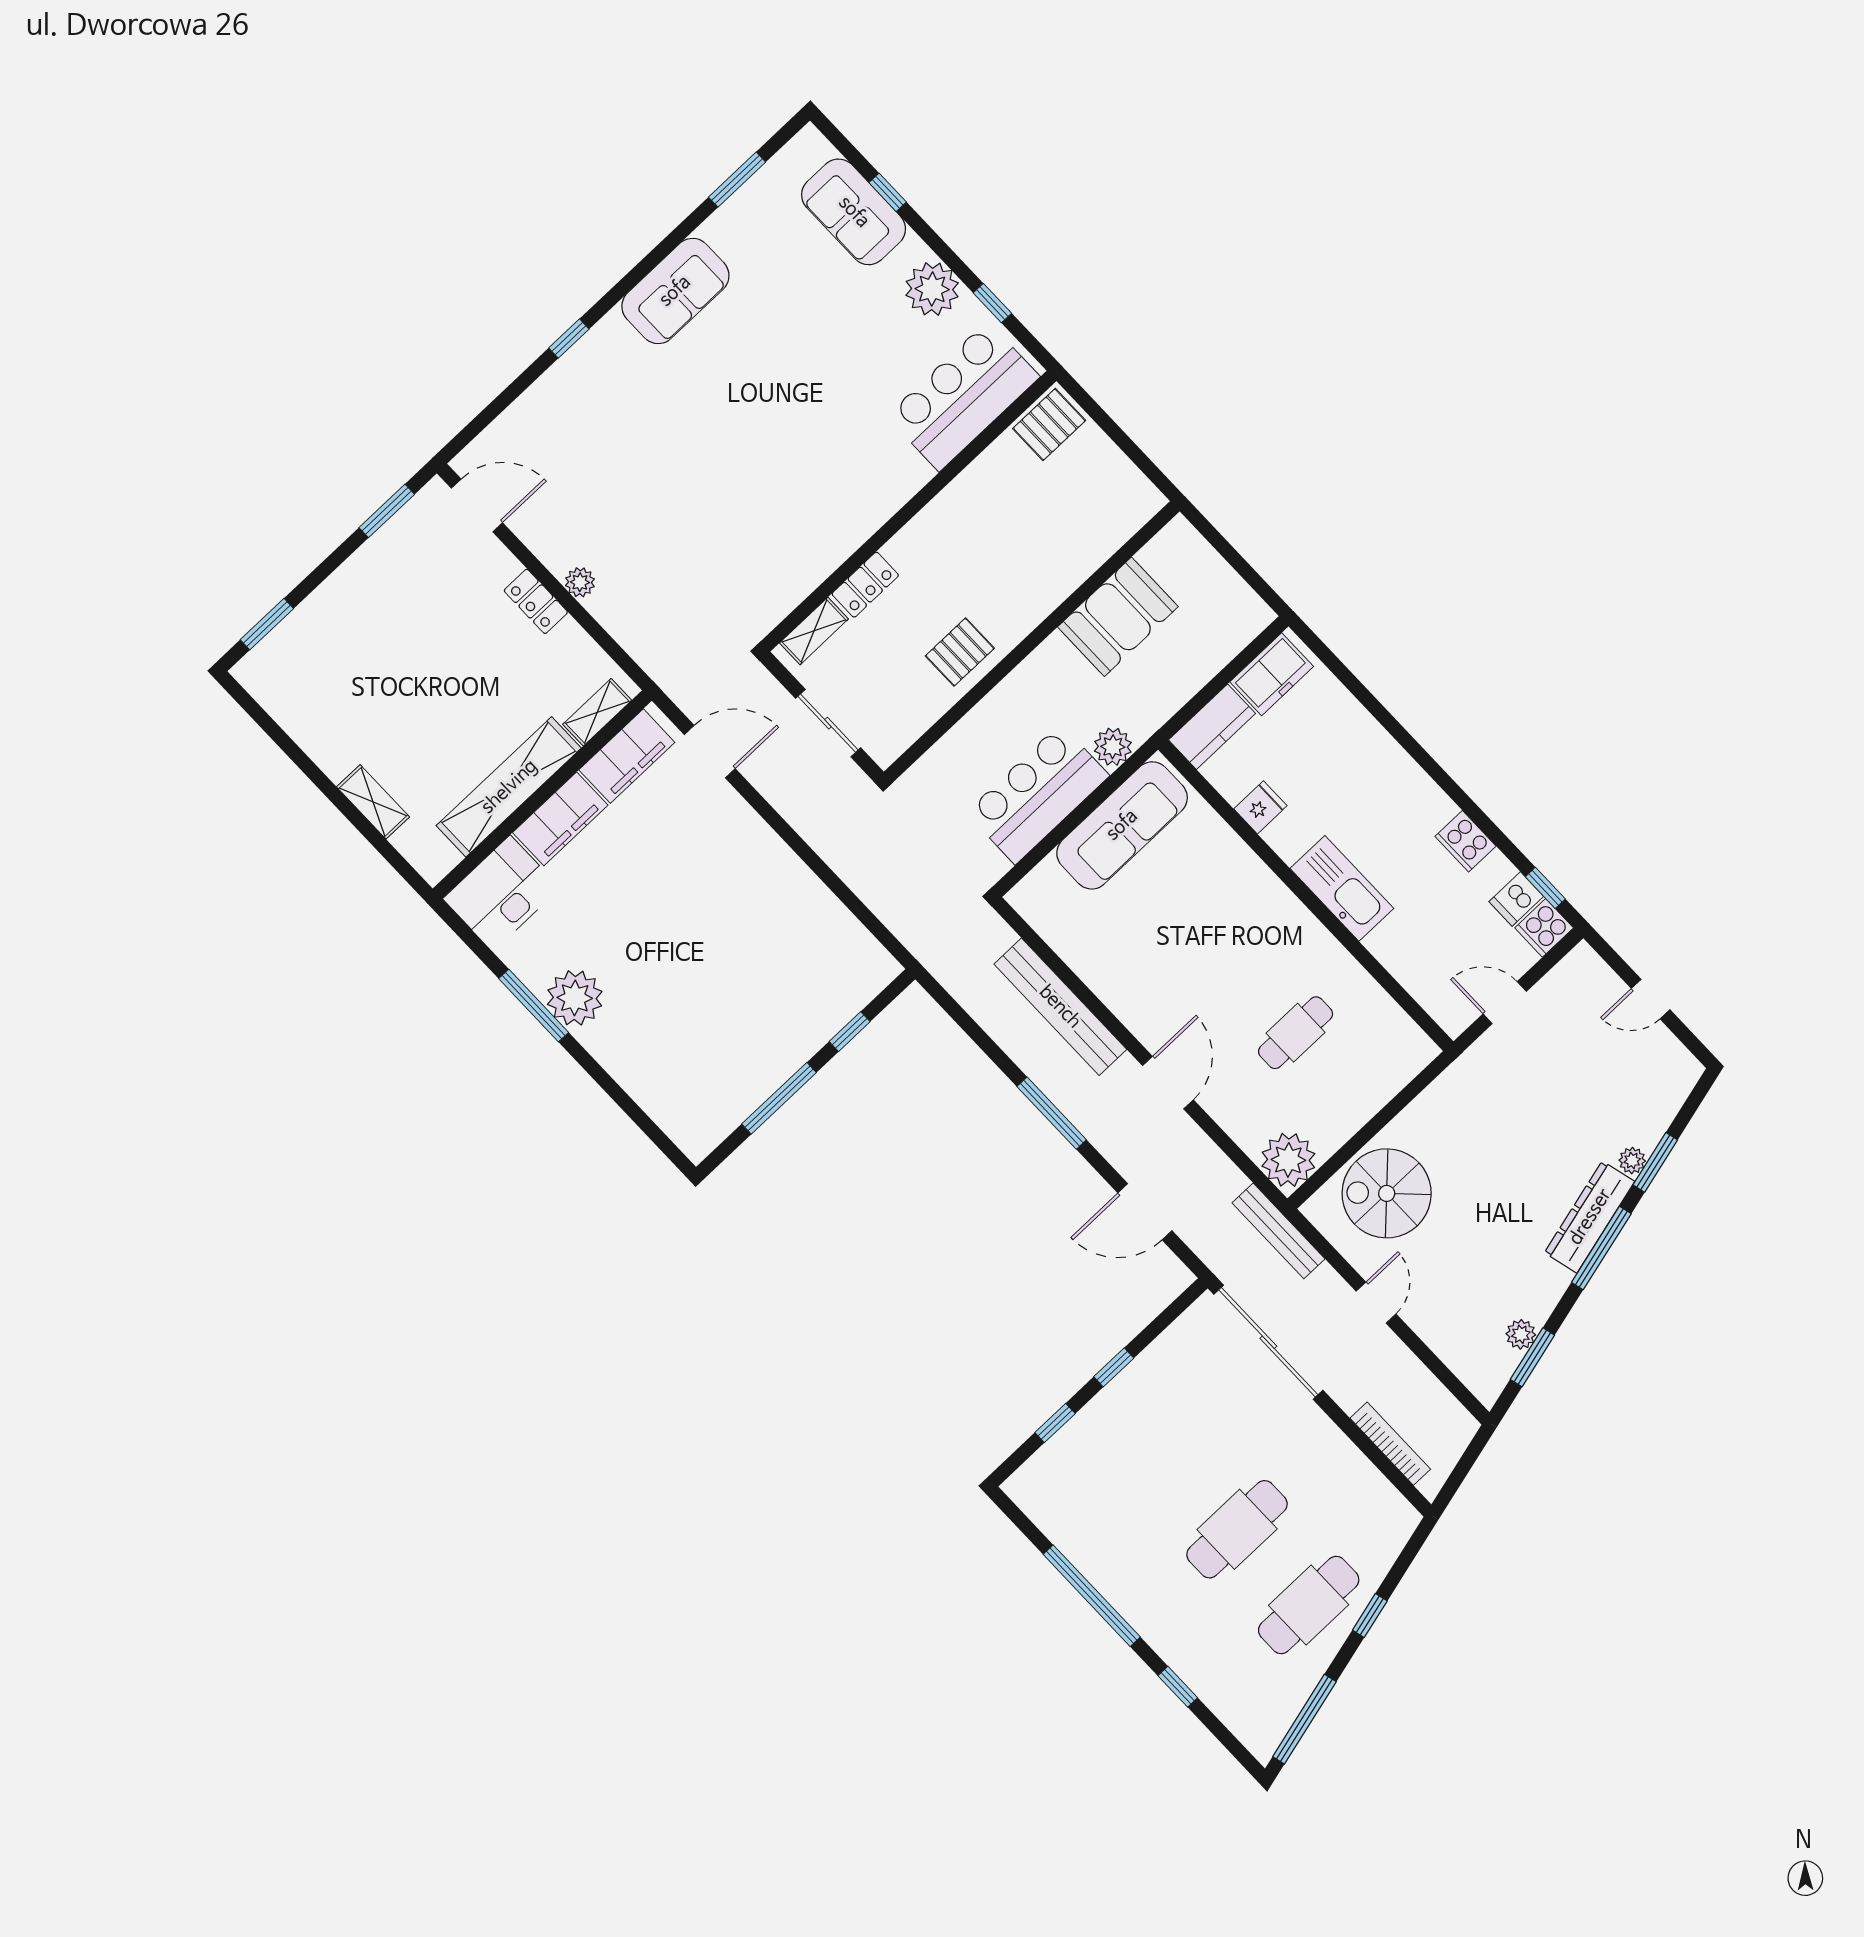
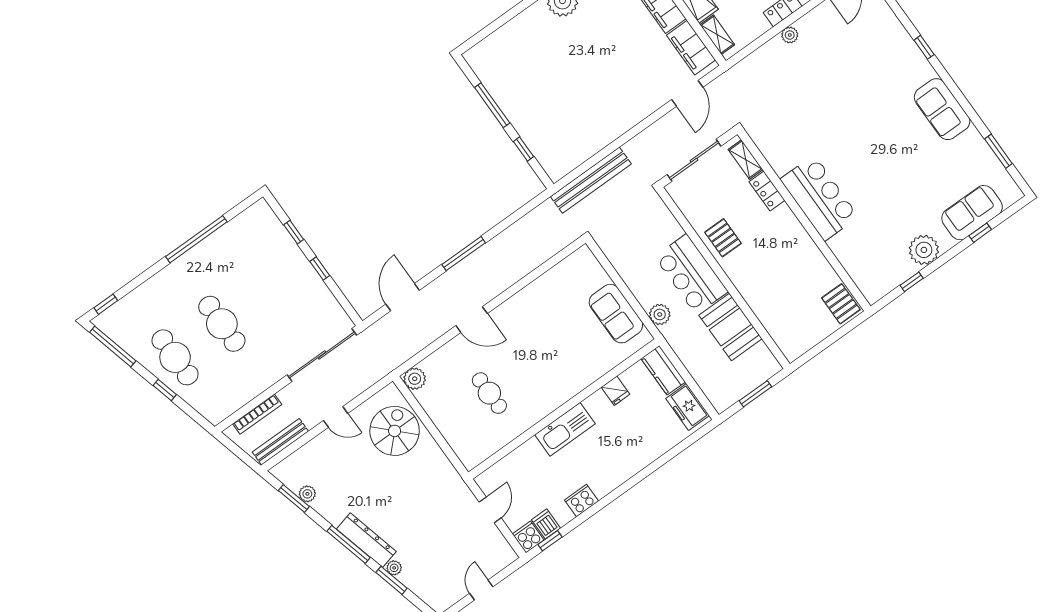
bar counter: (963, 396) -> (819, 198), moved
window: (1231, 556) -> (755, 394), added
sliding door: (828, 723) -> (694, 160), width x1.37
bar counter: (1038, 794) -> (691, 274), moved, turned 180
sofa: (1122, 825) -> (616, 314), width x0.73
bench: (1060, 1007) -> (591, 180), moved
plant: (1288, 1160) -> (415, 379), width x0.73, depth x0.73
bench: (1278, 1231) -> (280, 442), moved
window: (1178, 1687) -> (106, 304), moved

